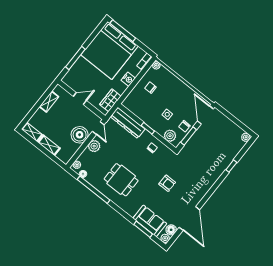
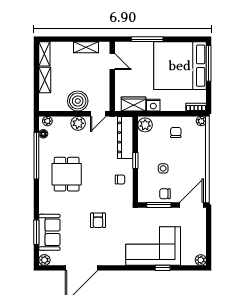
nightstand: (128, 79) -> (153, 105), moved
door: (80, 98) -> (112, 62), moved
plant: (170, 136) -> (145, 125), moved
corner sofa: (212, 161) -> (153, 246), added
floor lamp: (171, 230) -> (57, 259), removed

